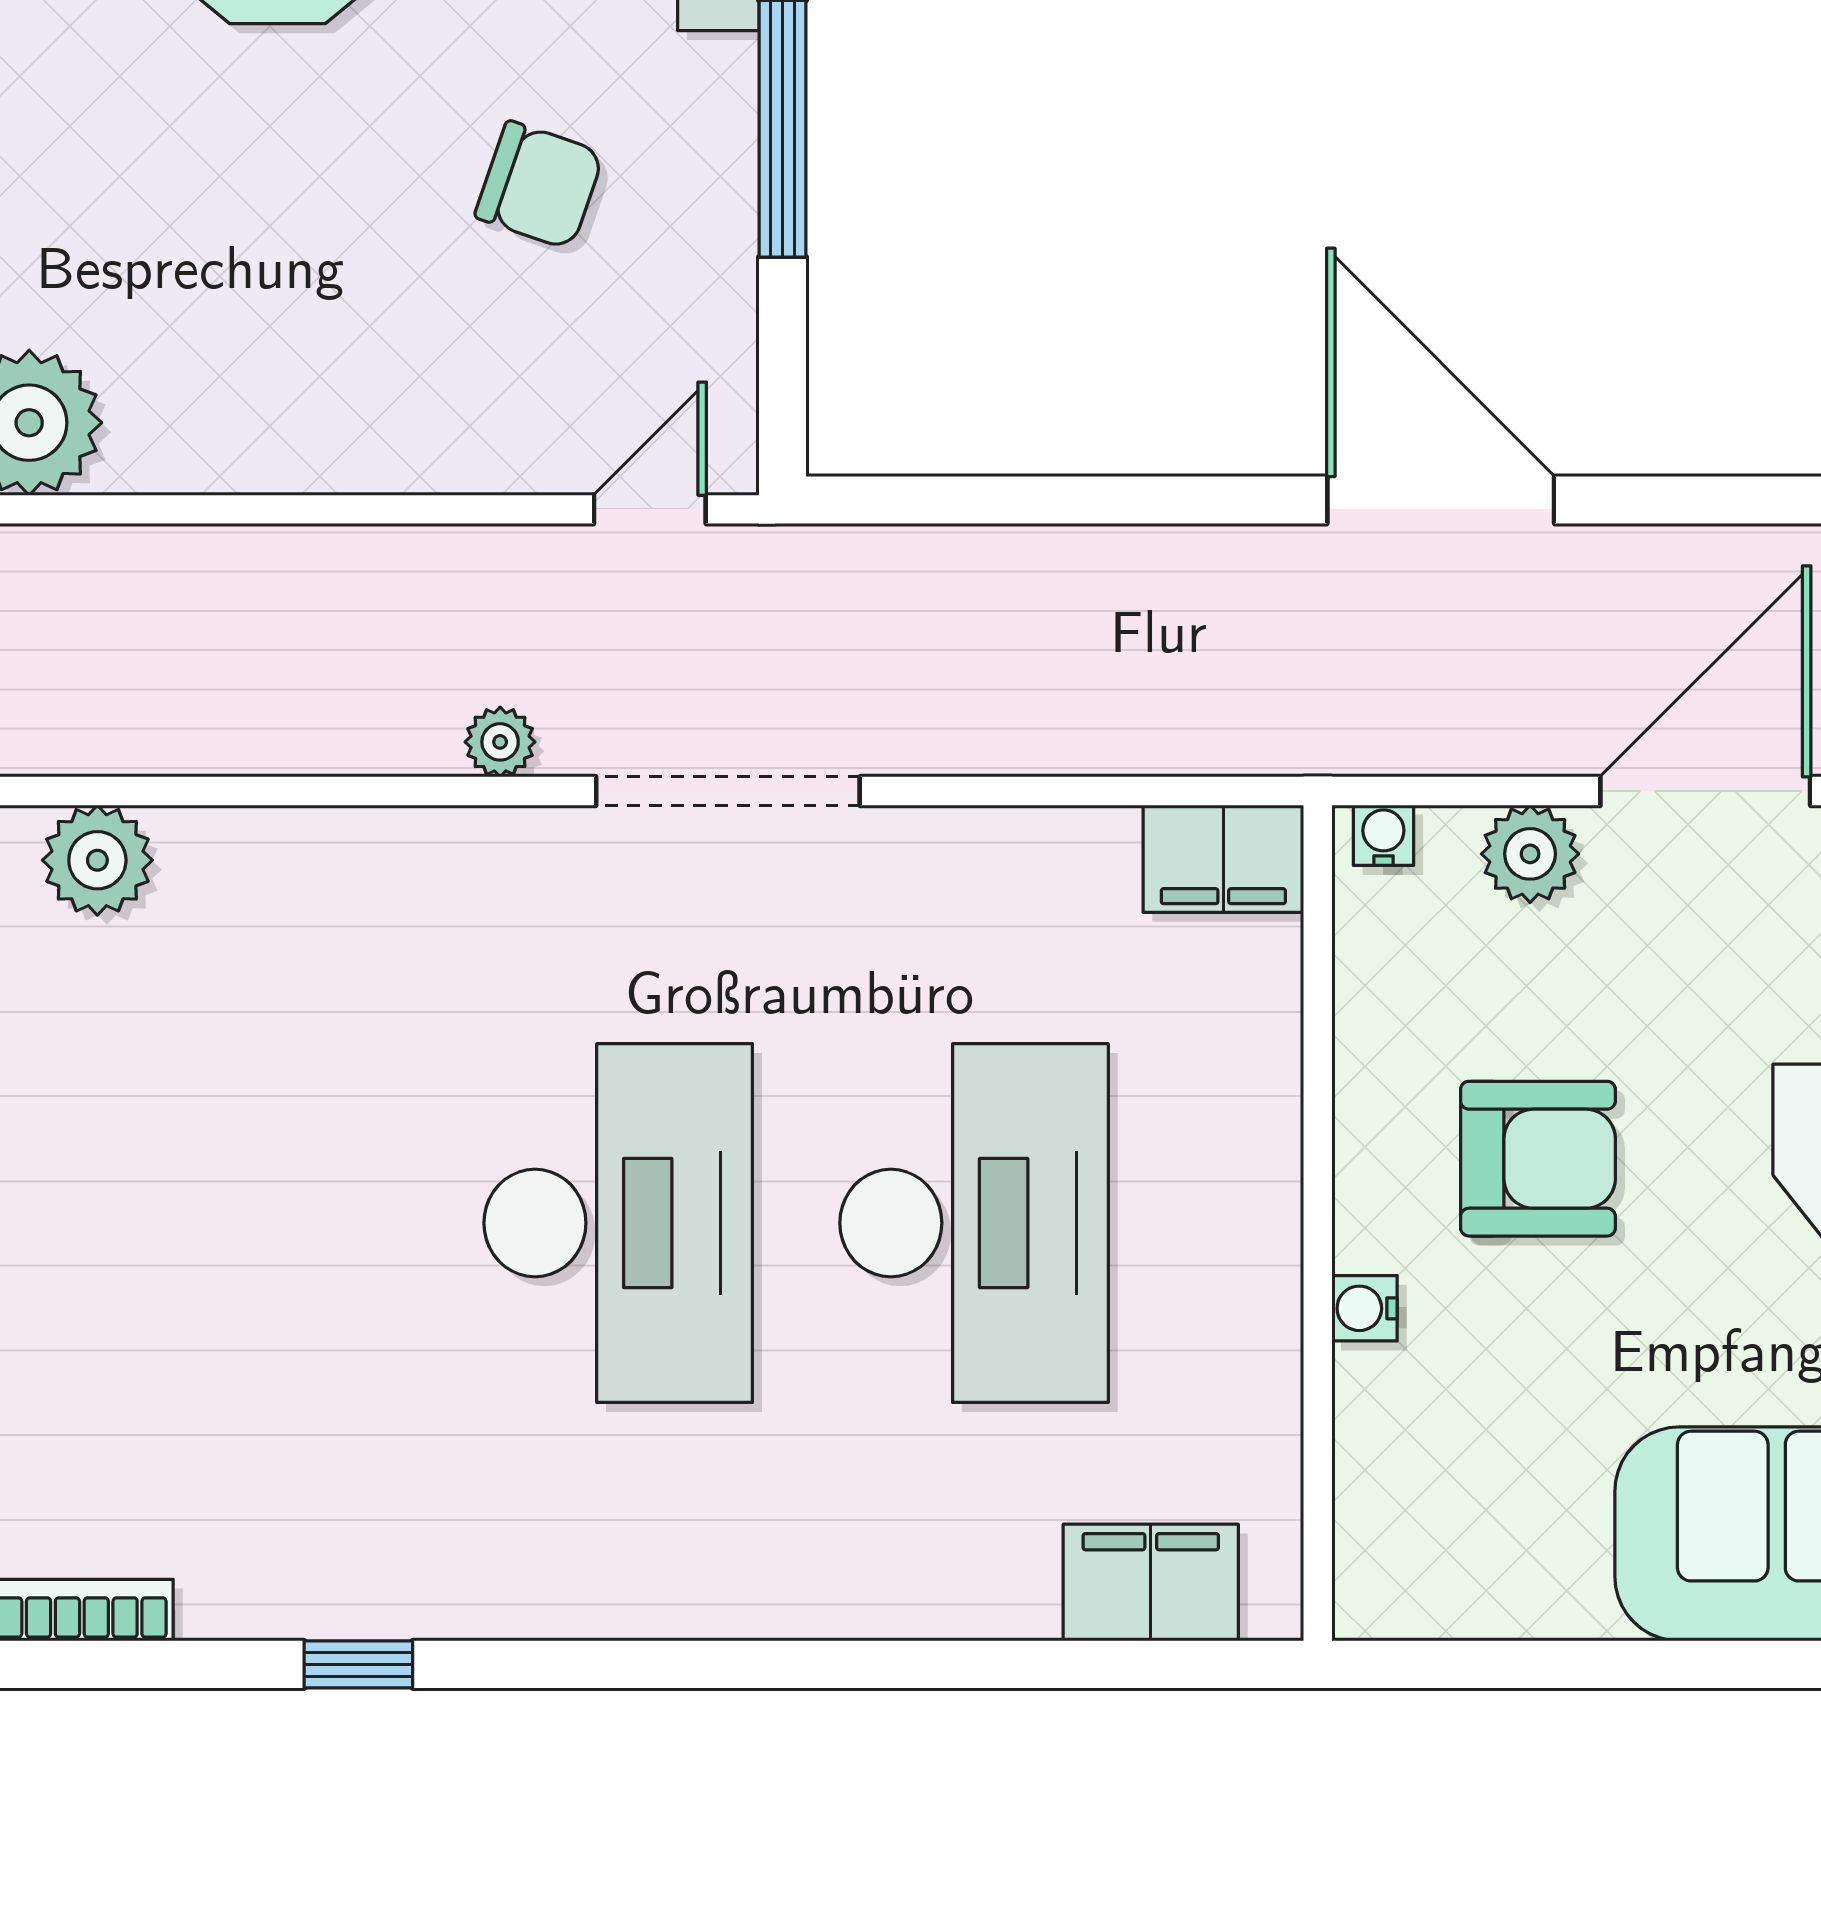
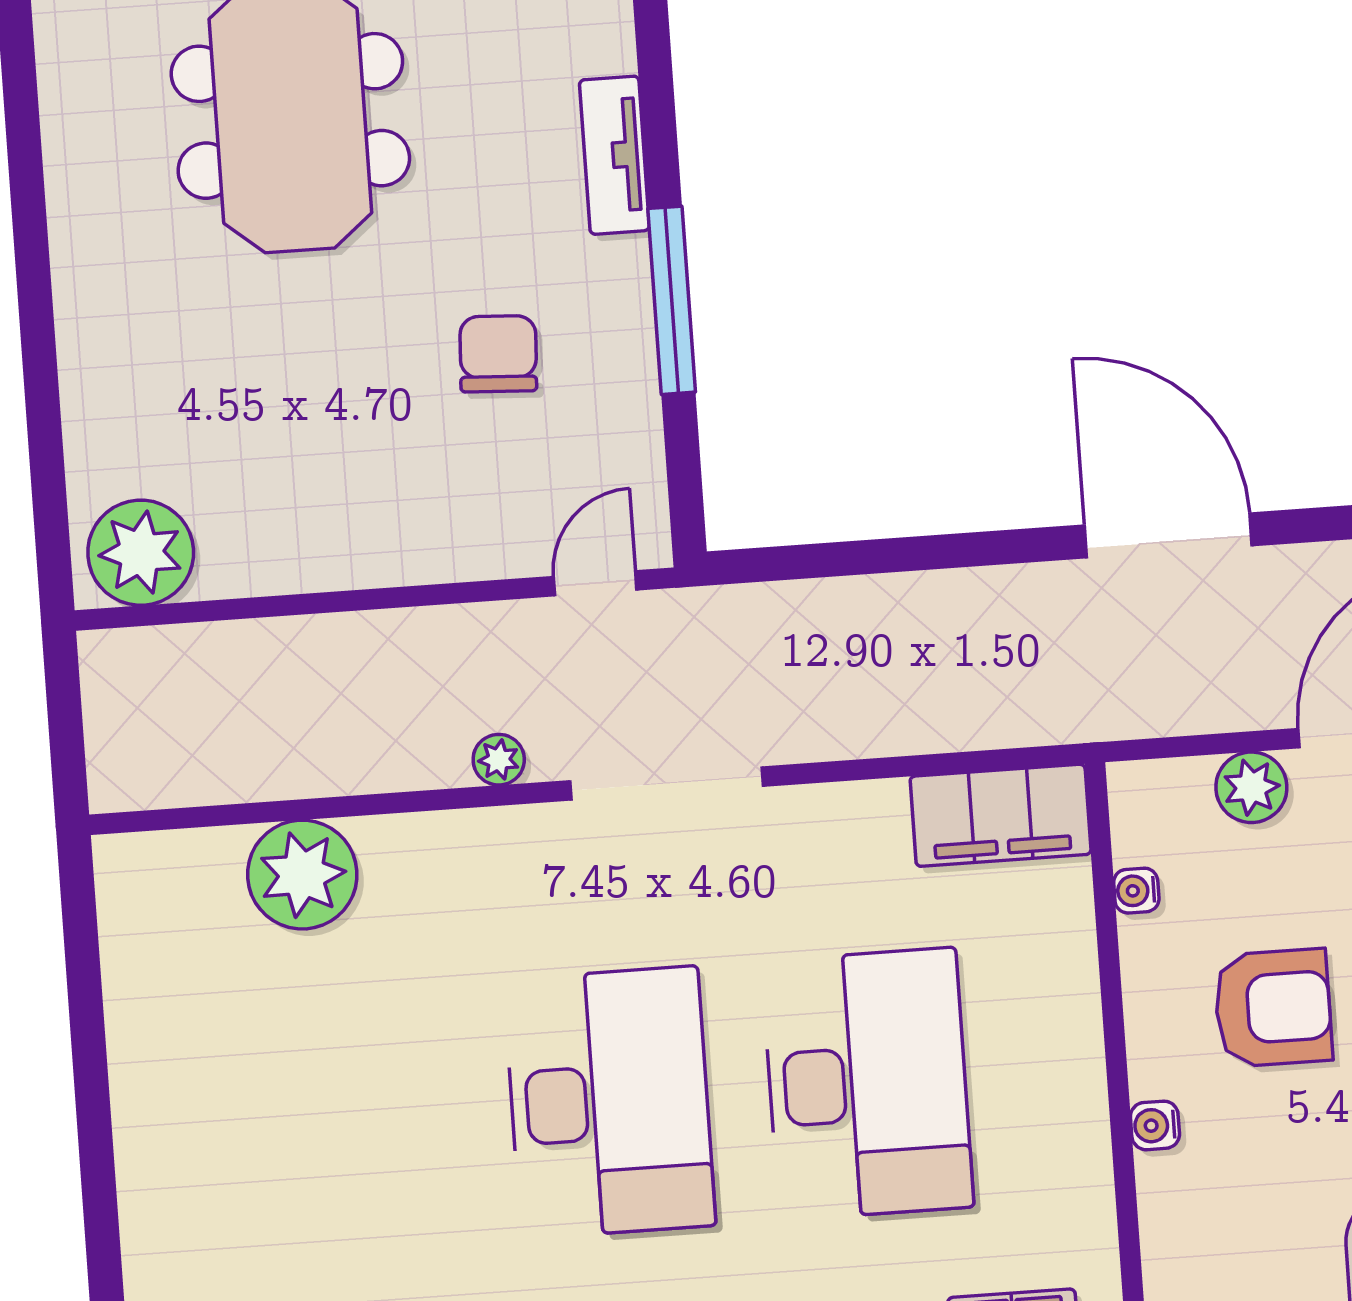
chair: (539, 185) -> (498, 354), turned -106
water cooler: (1383, 835) -> (1136, 891), moved, turned -90
filing cabinet: (1223, 859) -> (1001, 815), width x1.50, depth x1.17
plant: (97, 860) -> (302, 875), moved, width x1.36, depth x1.36

